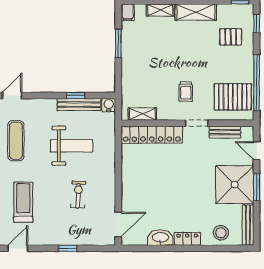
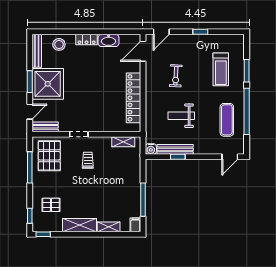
window: (118, 43) -> (143, 200), width x1.44
window: (257, 83) -> (30, 167), width x0.68
pallet: (233, 97) -> (49, 156), turned 90
bench: (225, 132) -> (45, 127), moved
locker: (152, 135) -> (133, 98), moved, turned -90
weight bench: (72, 146) -> (181, 116), width x0.73, depth x0.75
door: (257, 151) -> (30, 112), hinge flipped
door: (18, 248) -> (161, 32), moved
window: (68, 248) -> (200, 32), moved

